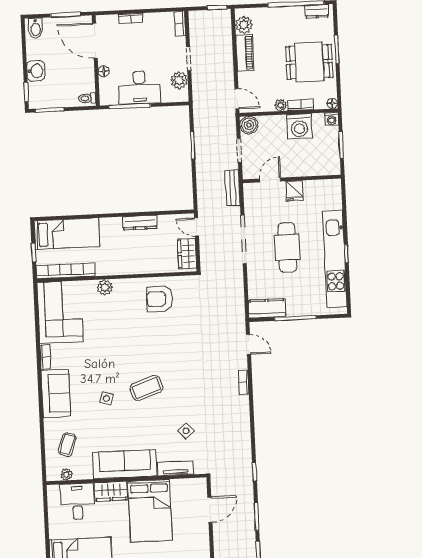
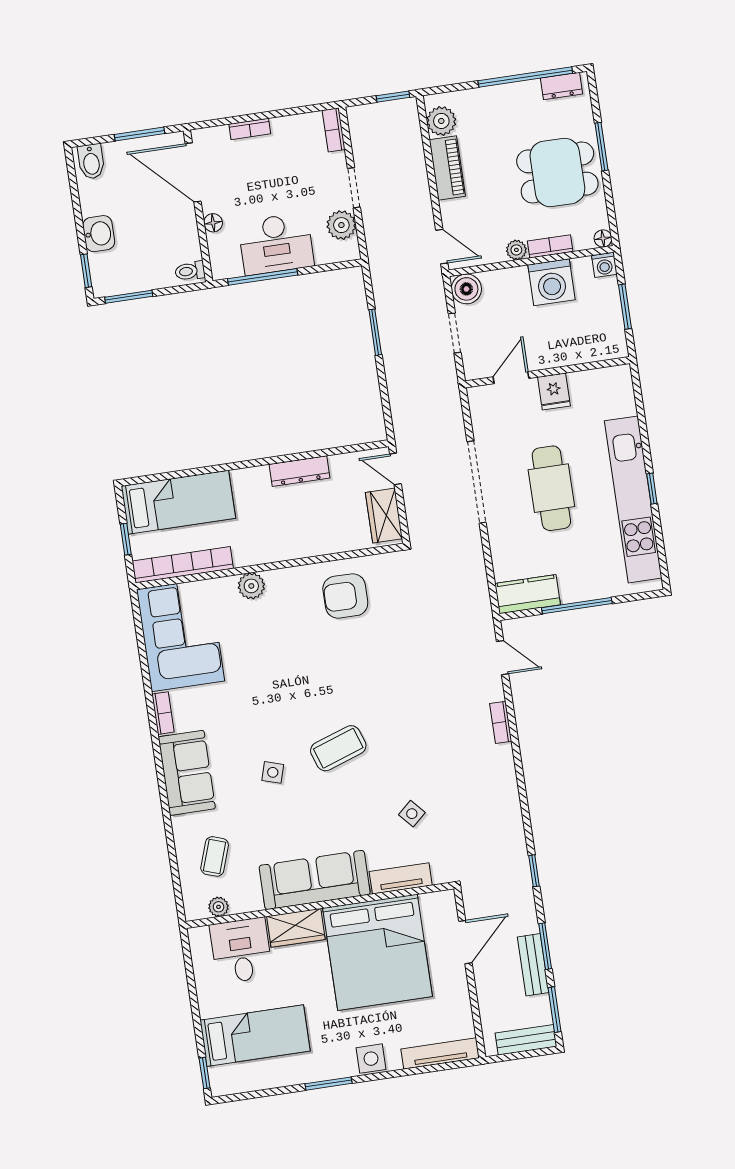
bench: (232, 188) -> (533, 965), moved
bed: (150, 511) -> (377, 952), width x1.36

